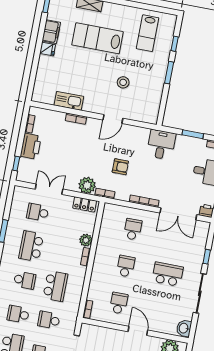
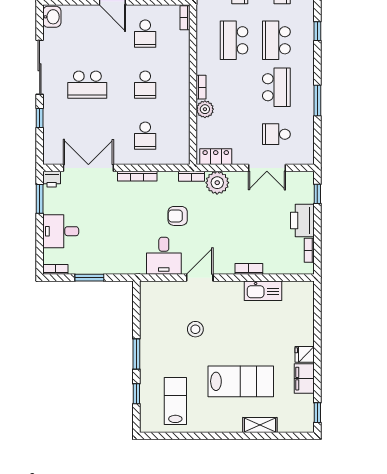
desk: (161, 145) -> (164, 256), moved
school desk: (38, 212) -> (276, 134), turned 180
school desk: (25, 280) -> (276, 40), width x1.85

